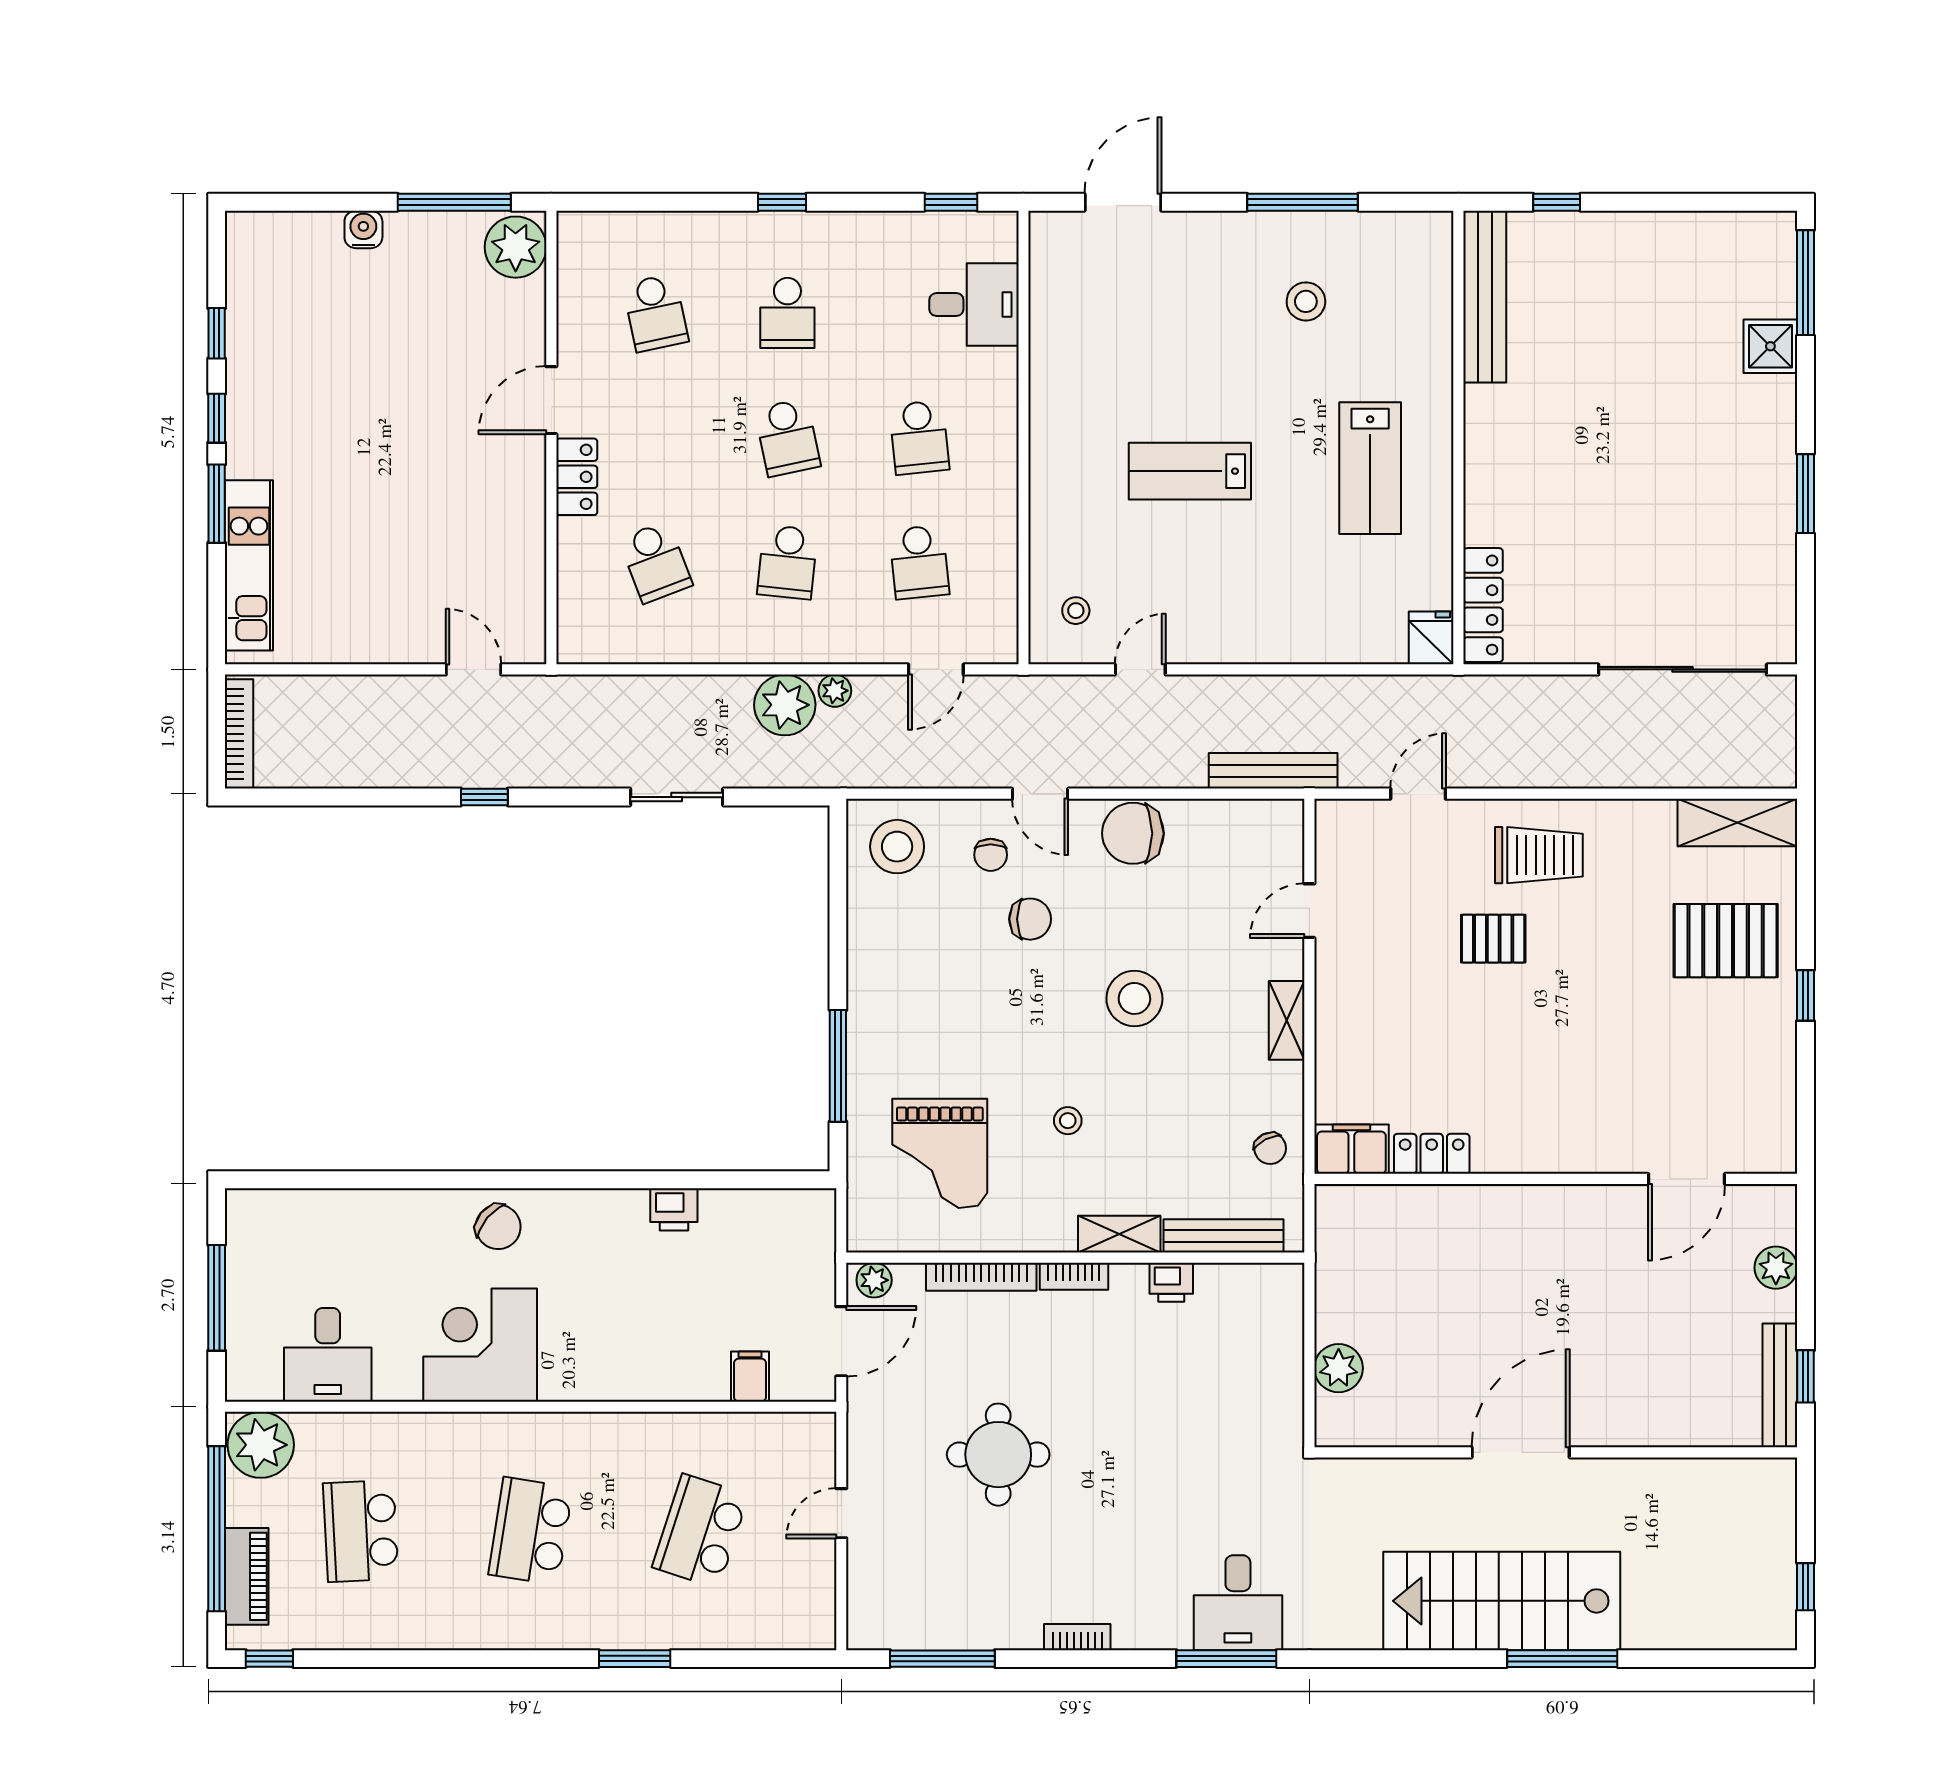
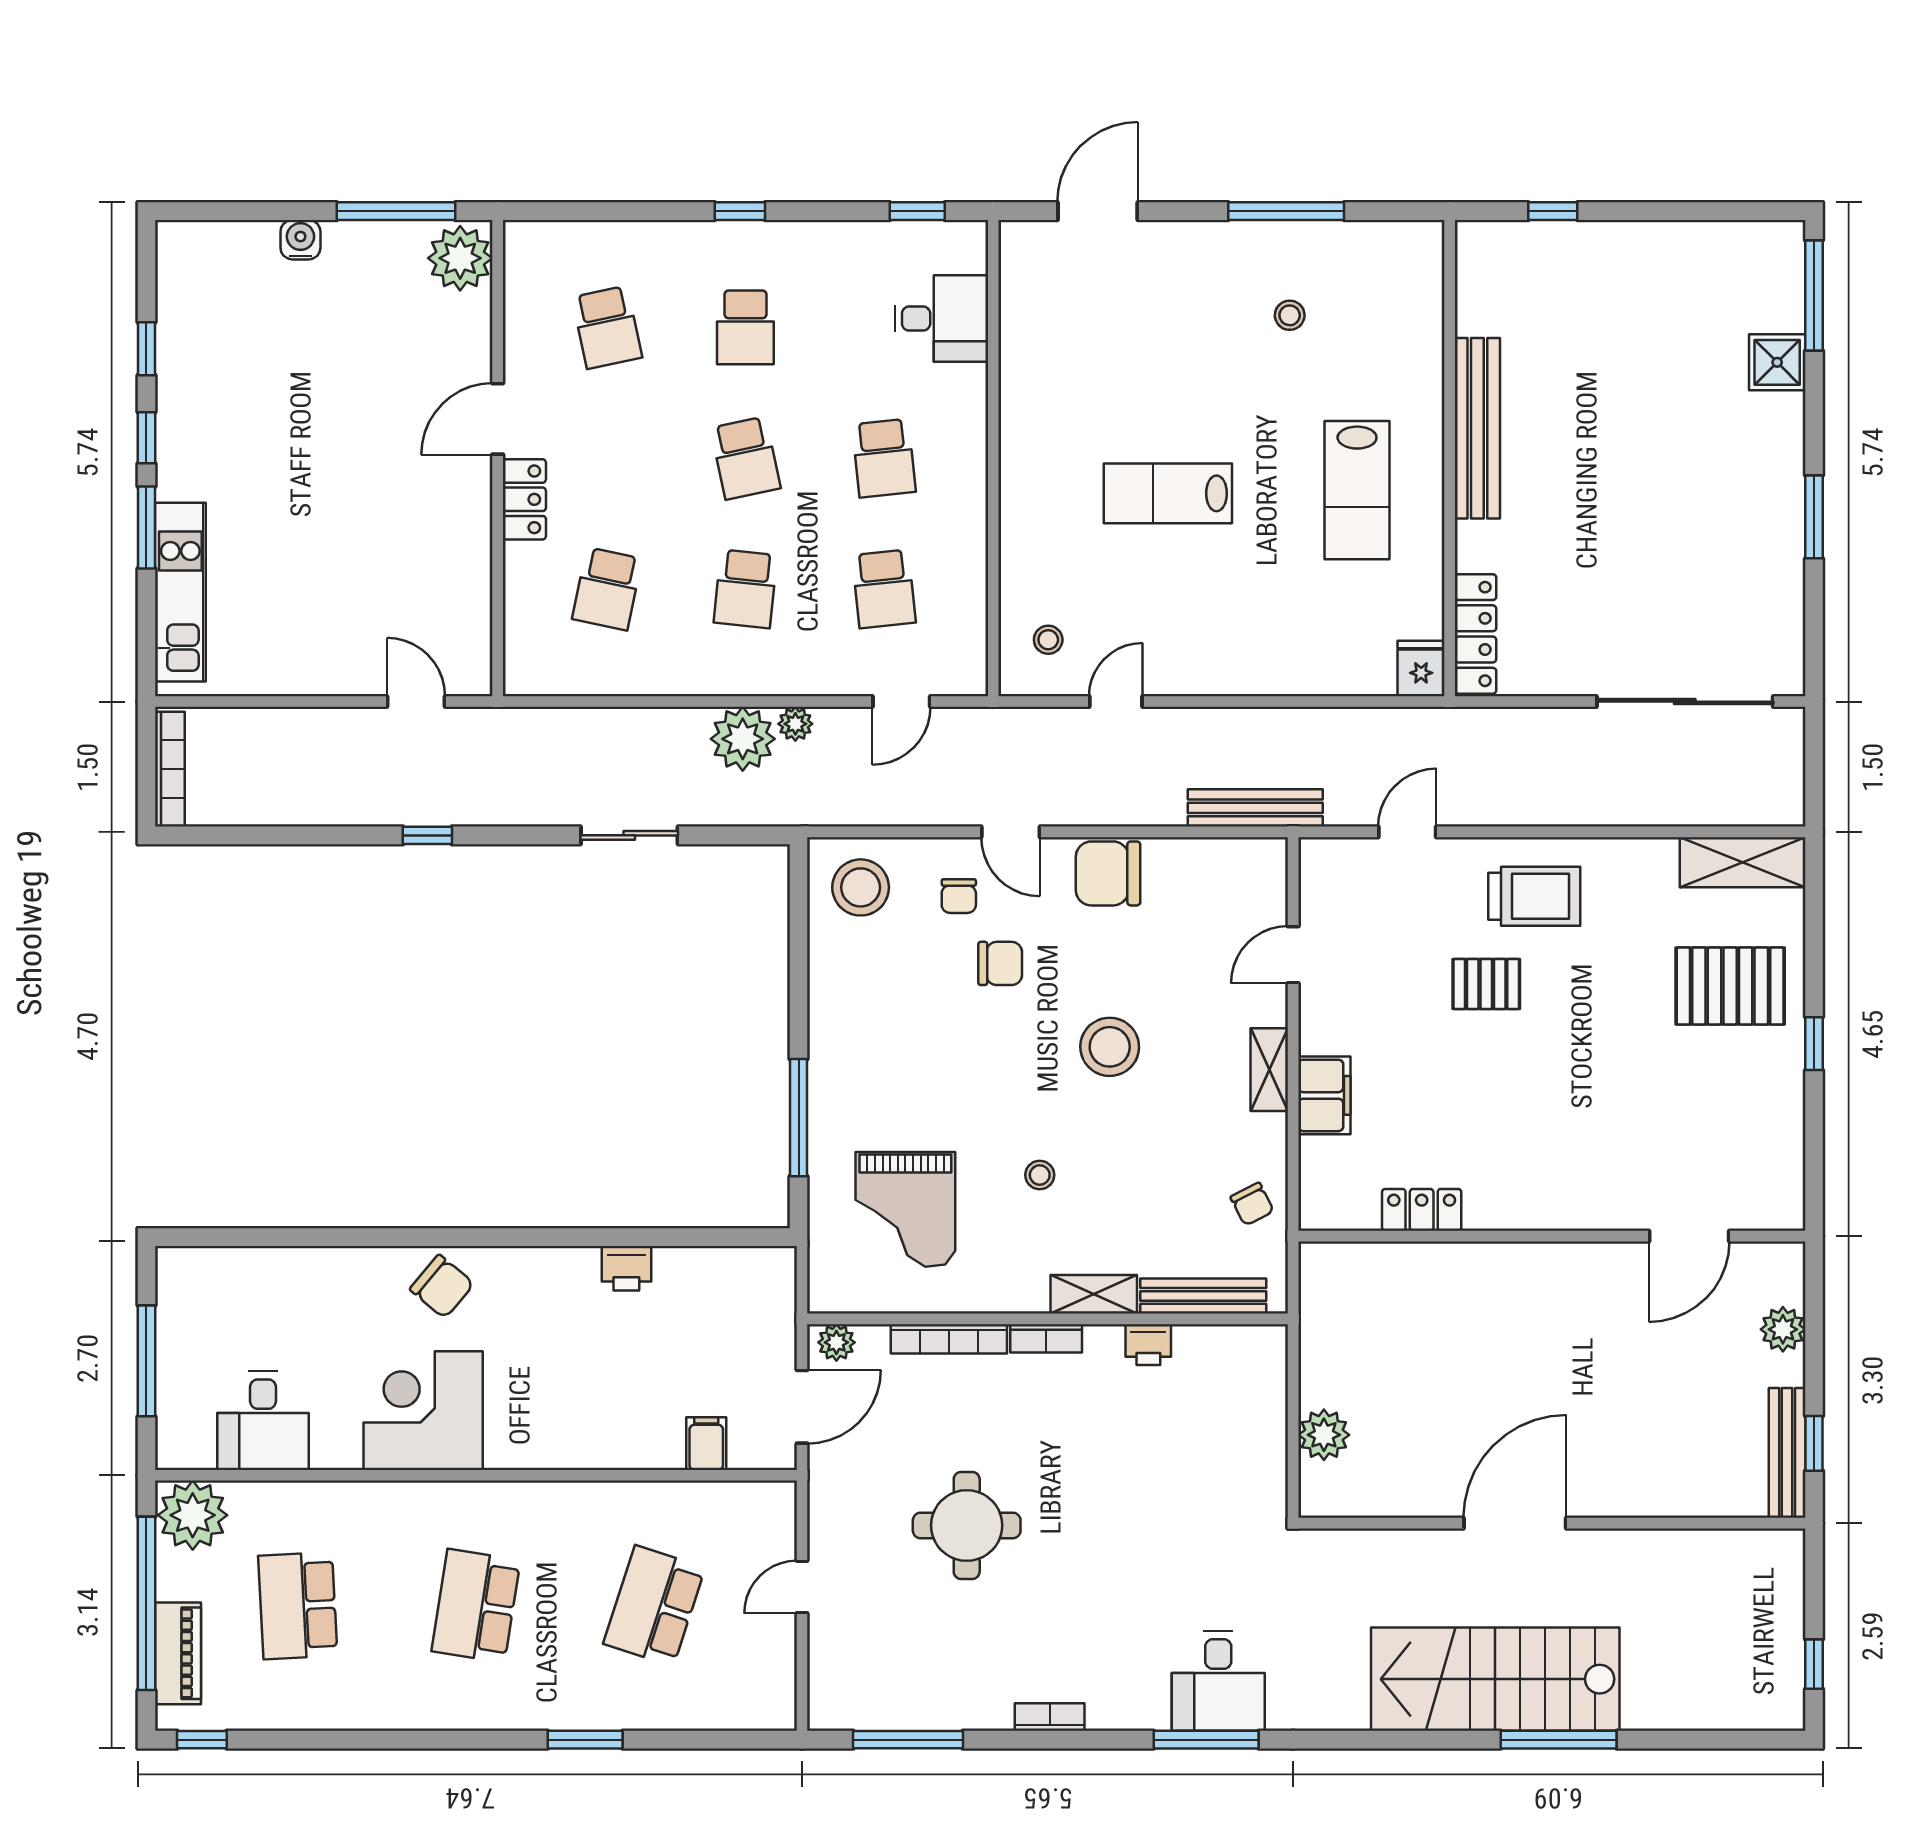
bench: (1485, 297) -> (1477, 428), moved
stool: (1306, 301) -> (1290, 315), width x0.73, depth x0.73
school desk: (656, 562) -> (607, 589), turned 33
filing cabinet: (1351, 1149) -> (1324, 1095), moved, turned 90

